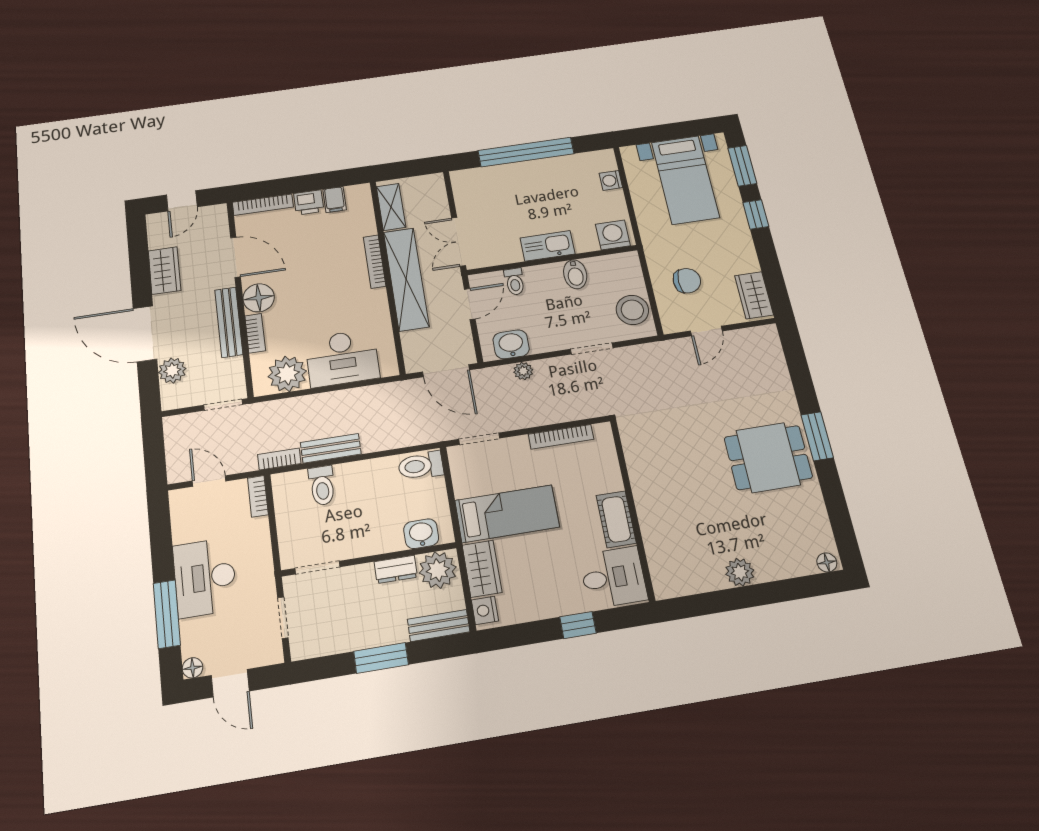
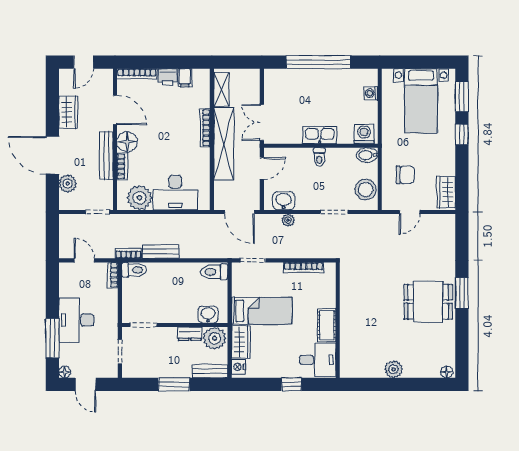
bidet: (575, 274) -> (367, 155), moved, turned 90
toilet: (515, 282) -> (319, 157), moved
toilet: (322, 486) -> (134, 270), moved, turned -90

